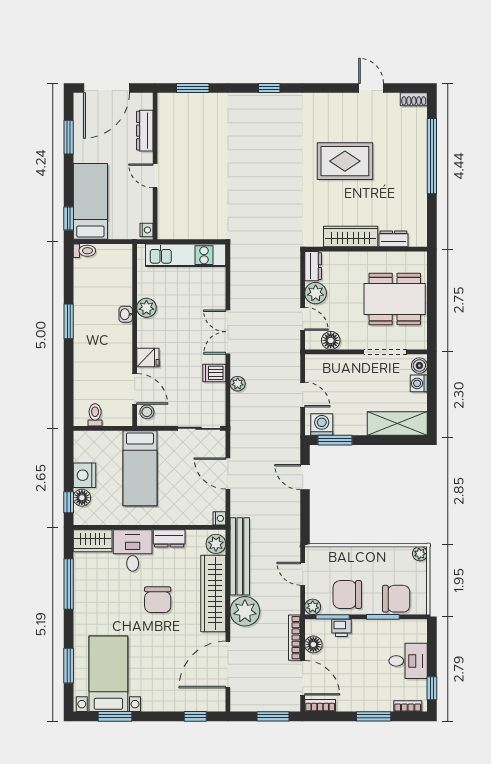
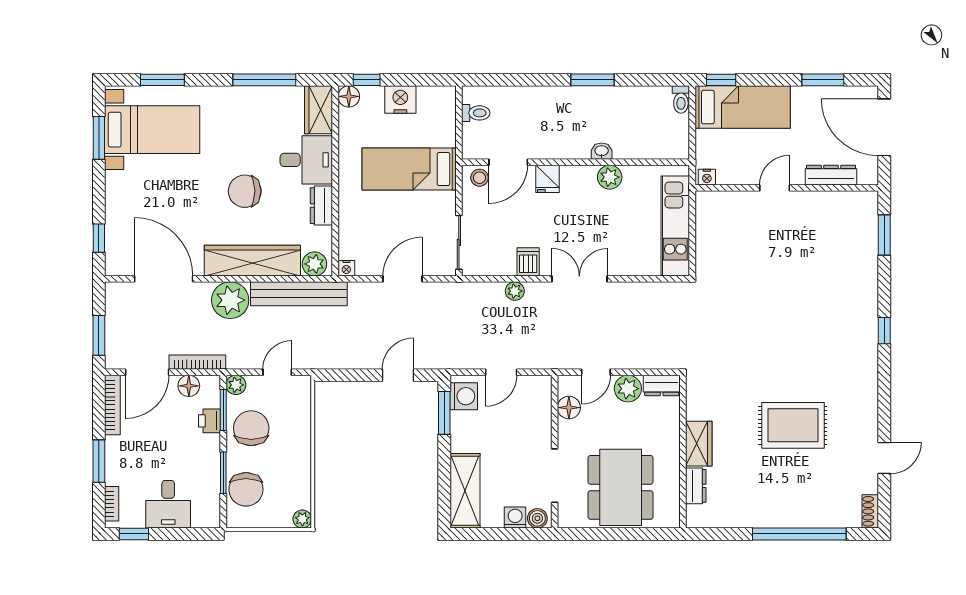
rug: (345, 161) -> (793, 425), turned 90
wardrobe: (351, 236) -> (699, 444), width x0.67
floor lamp: (82, 498) -> (349, 96), moved
bookcase: (320, 706) -> (112, 405), width x1.56

